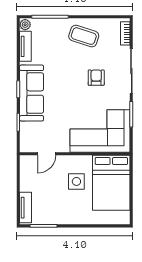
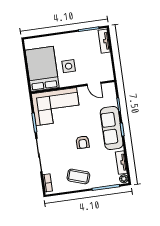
armchair: (96, 78) -> (83, 142), moved
door: (47, 154) -> (94, 84), swing flipped

